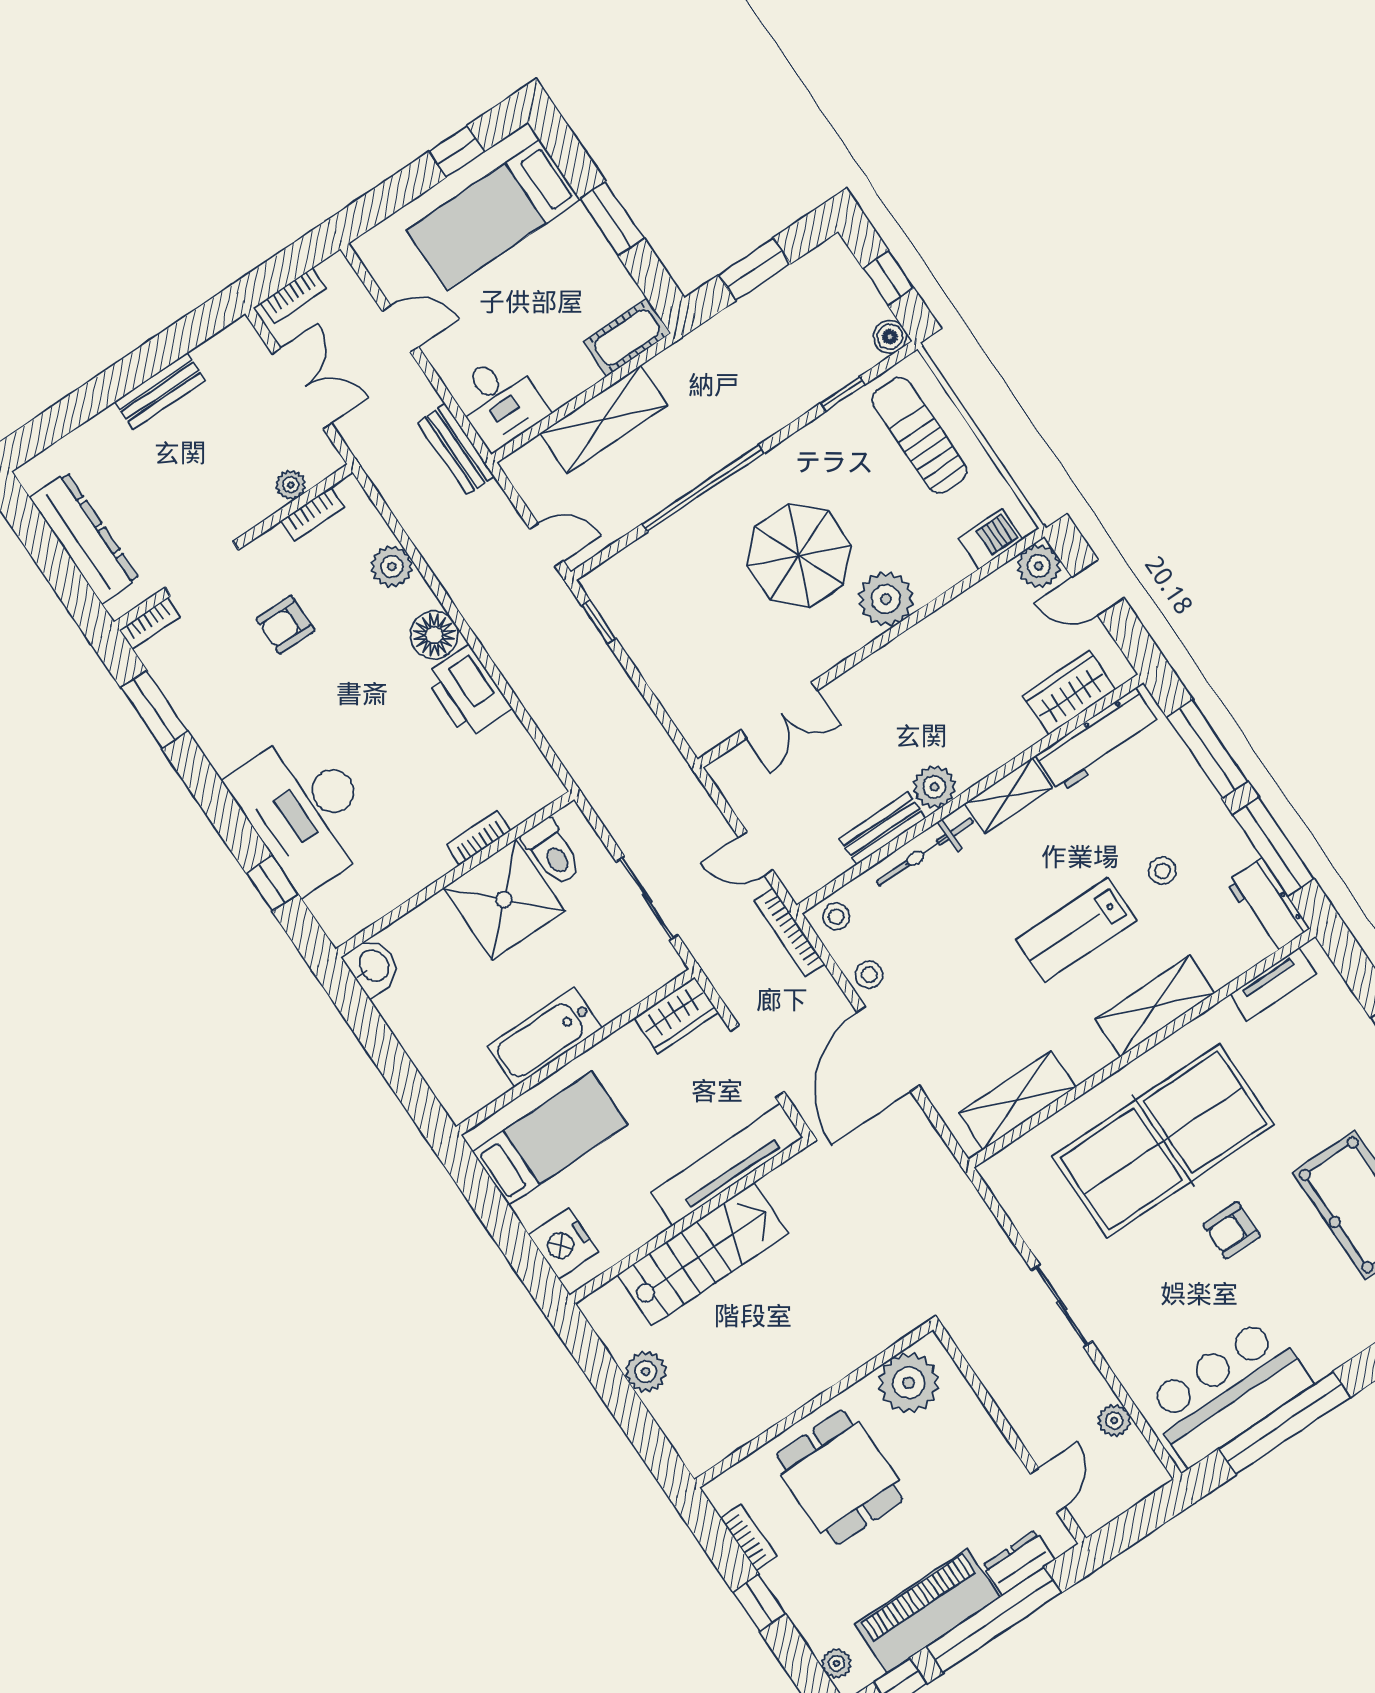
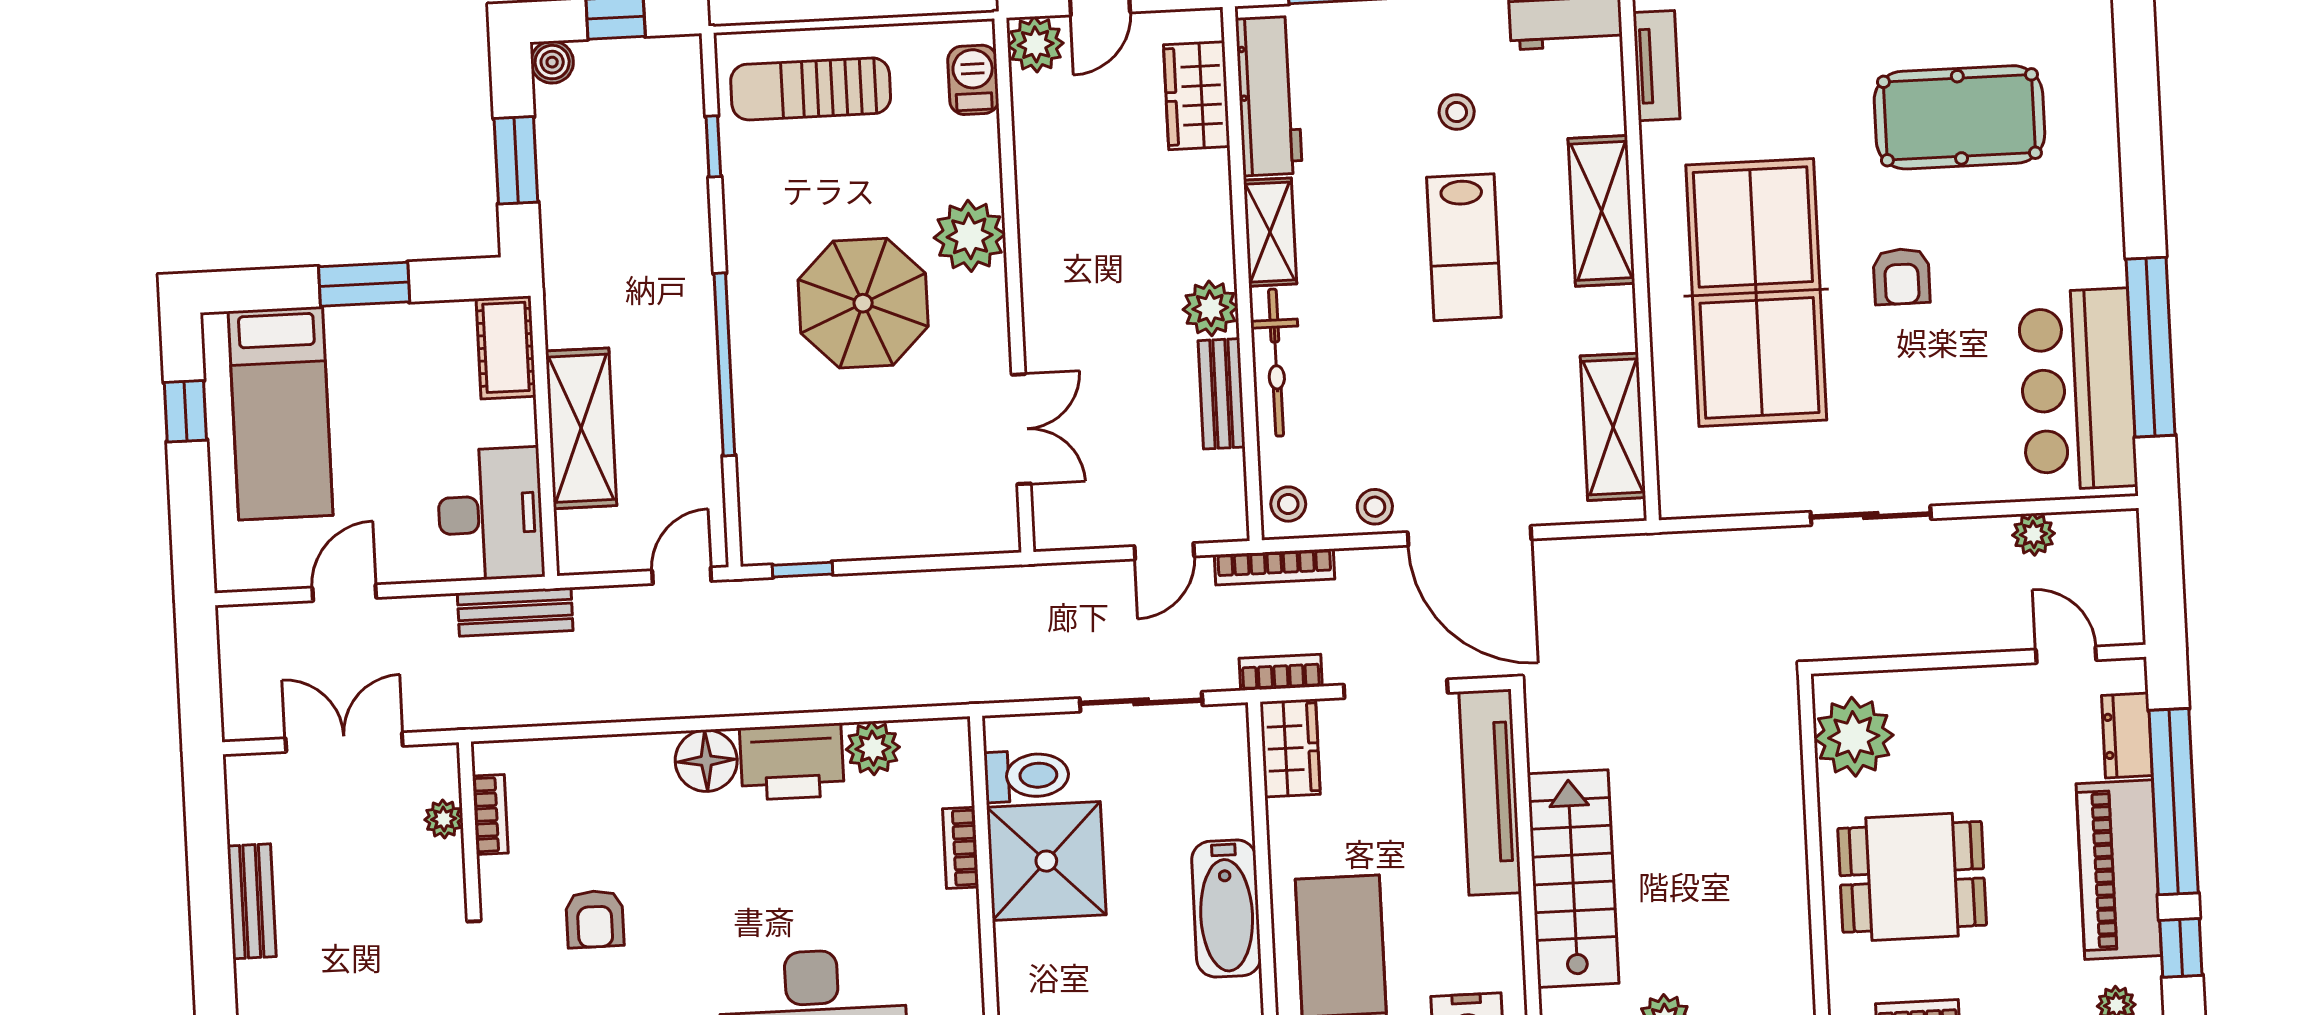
bookcase: (293, 296) -> (1281, 672), moved, turned -90
boiler: (890, 337) -> (552, 62), moved
desk: (499, 402) -> (490, 514), width x1.37
plant: (392, 567) -> (873, 748), moved

